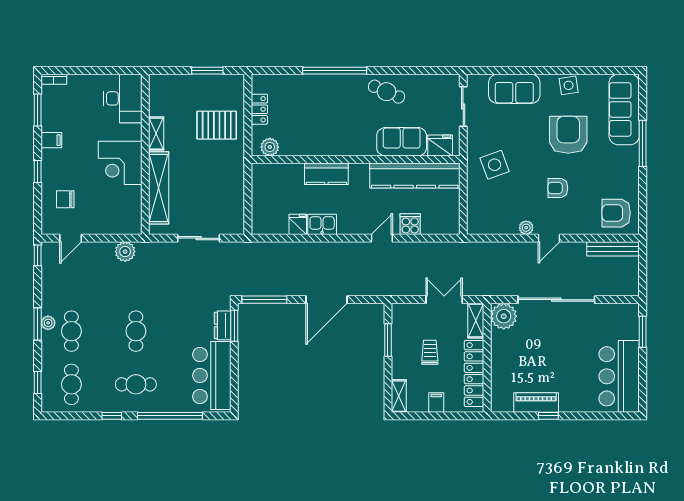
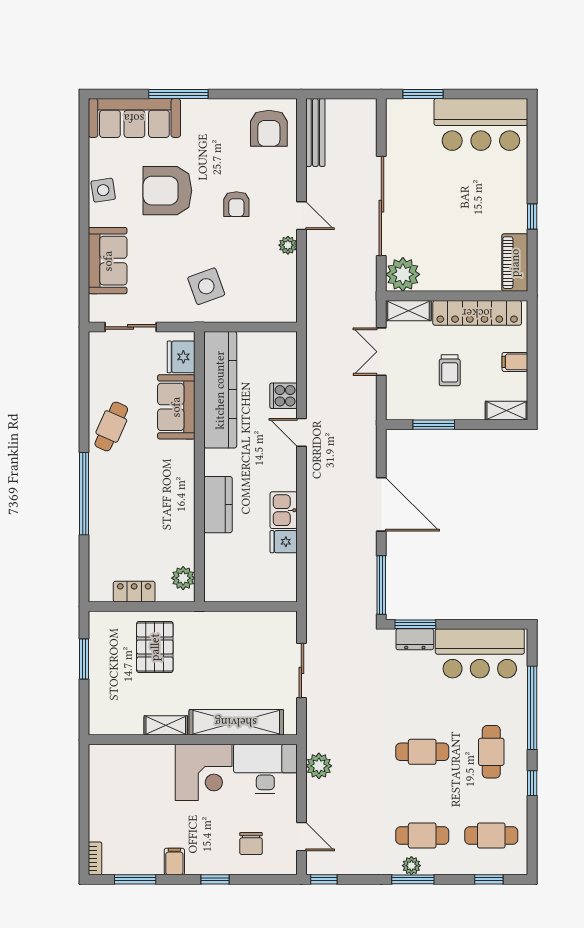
desk: (123, 98) -> (265, 769), moved
trolley: (430, 352) -> (450, 370), turned -90
piano: (536, 402) -> (515, 263), moved

